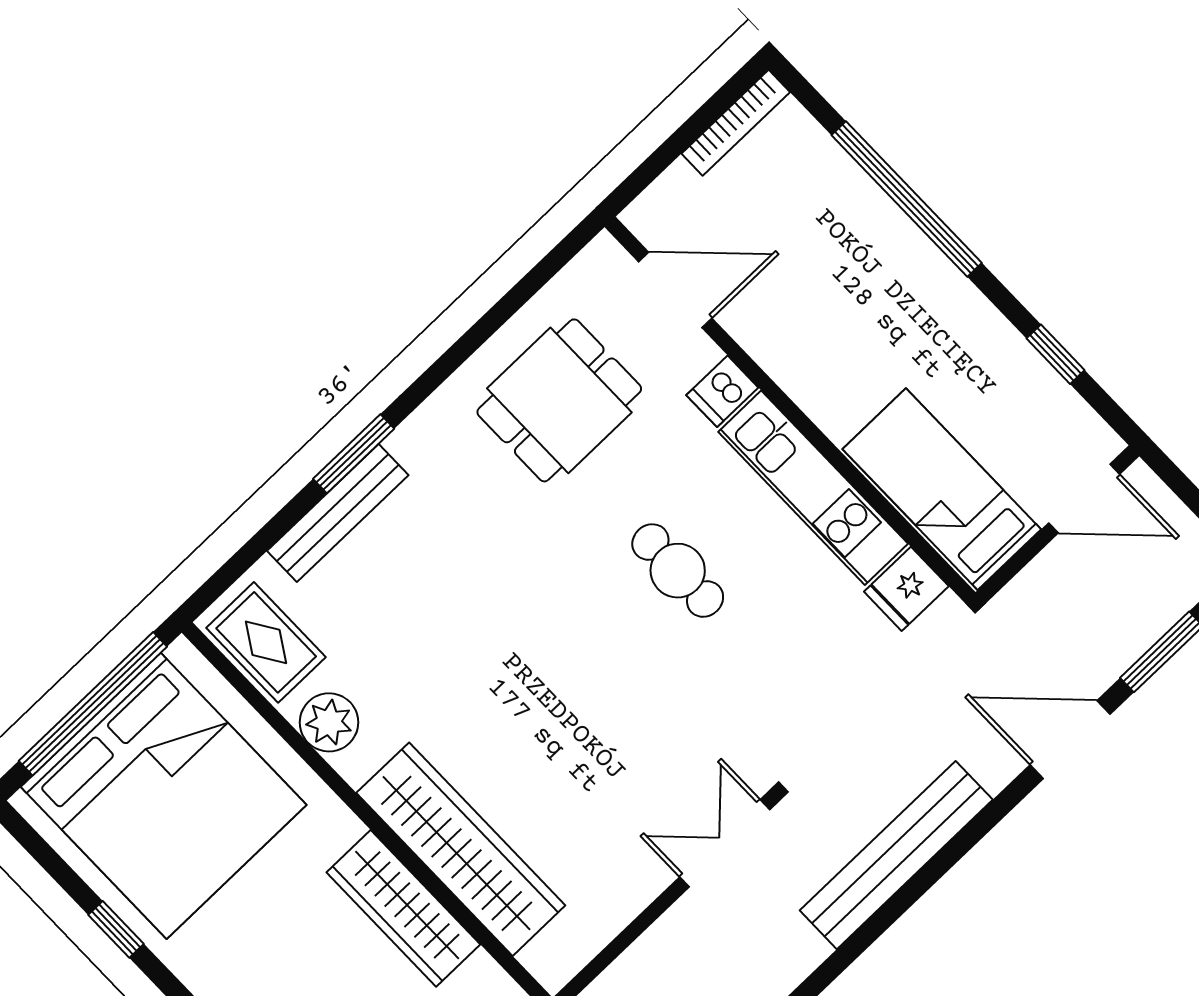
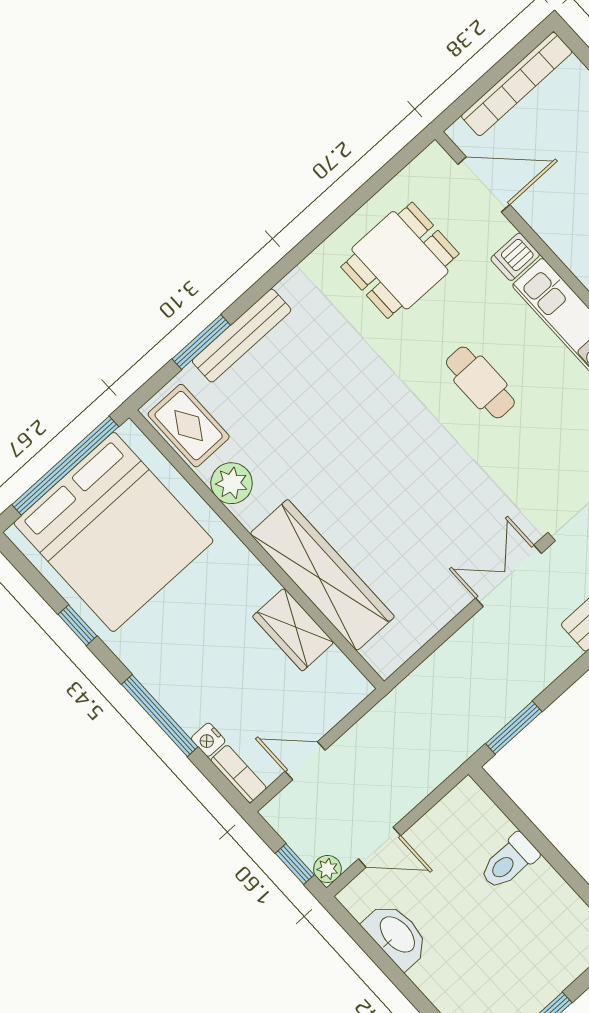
bookcase: (736, 123) -> (517, 84), width x1.48, depth x1.31
window: (354, 454) -> (201, 342), moved
wardrobe: (403, 908) -> (293, 630), width x0.67

